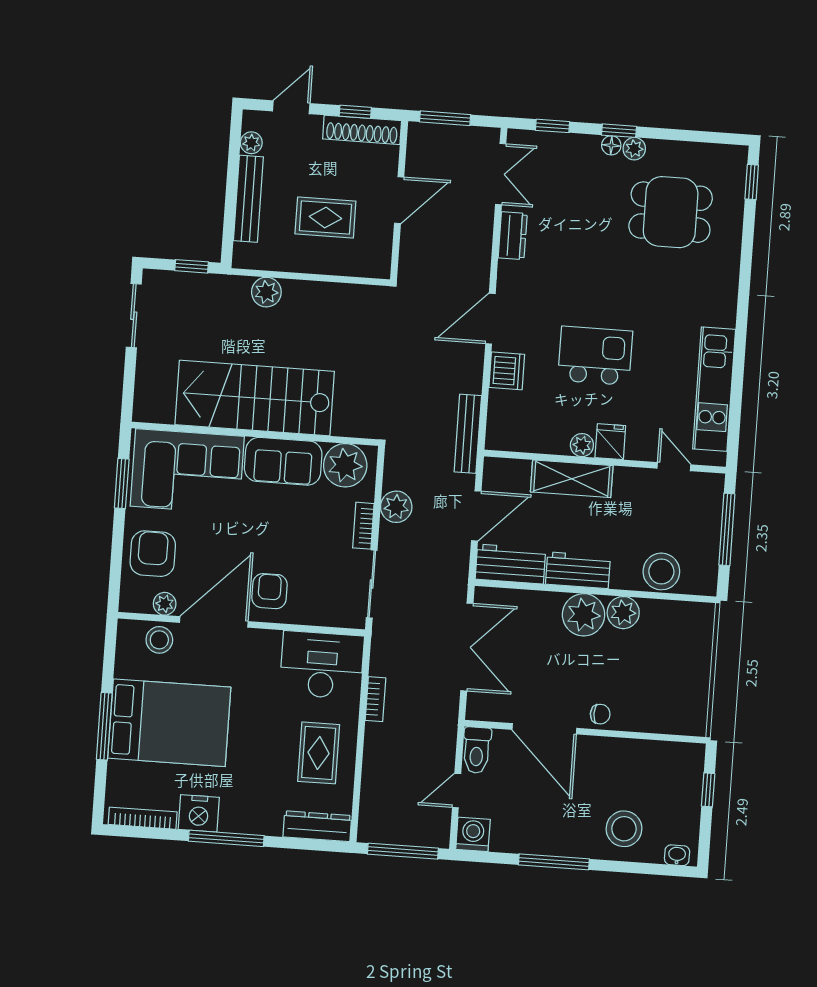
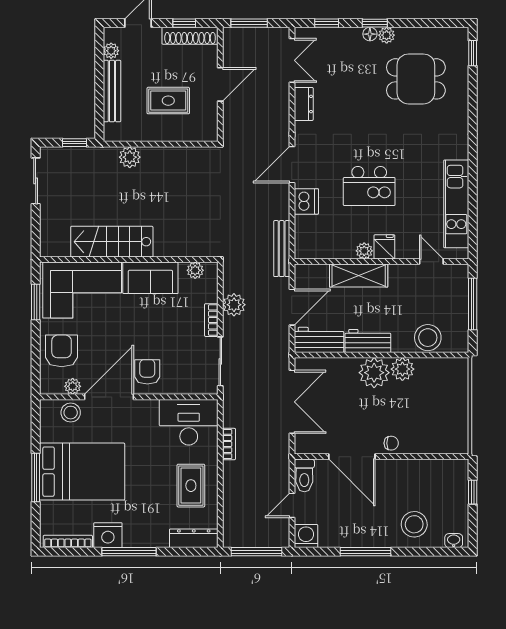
kitchen island: (595, 356) -> (369, 186), turned 180
stairs: (255, 398) -> (112, 242), width x0.73, depth x0.66
plant: (345, 465) -> (195, 270), width x0.53, depth x0.53

